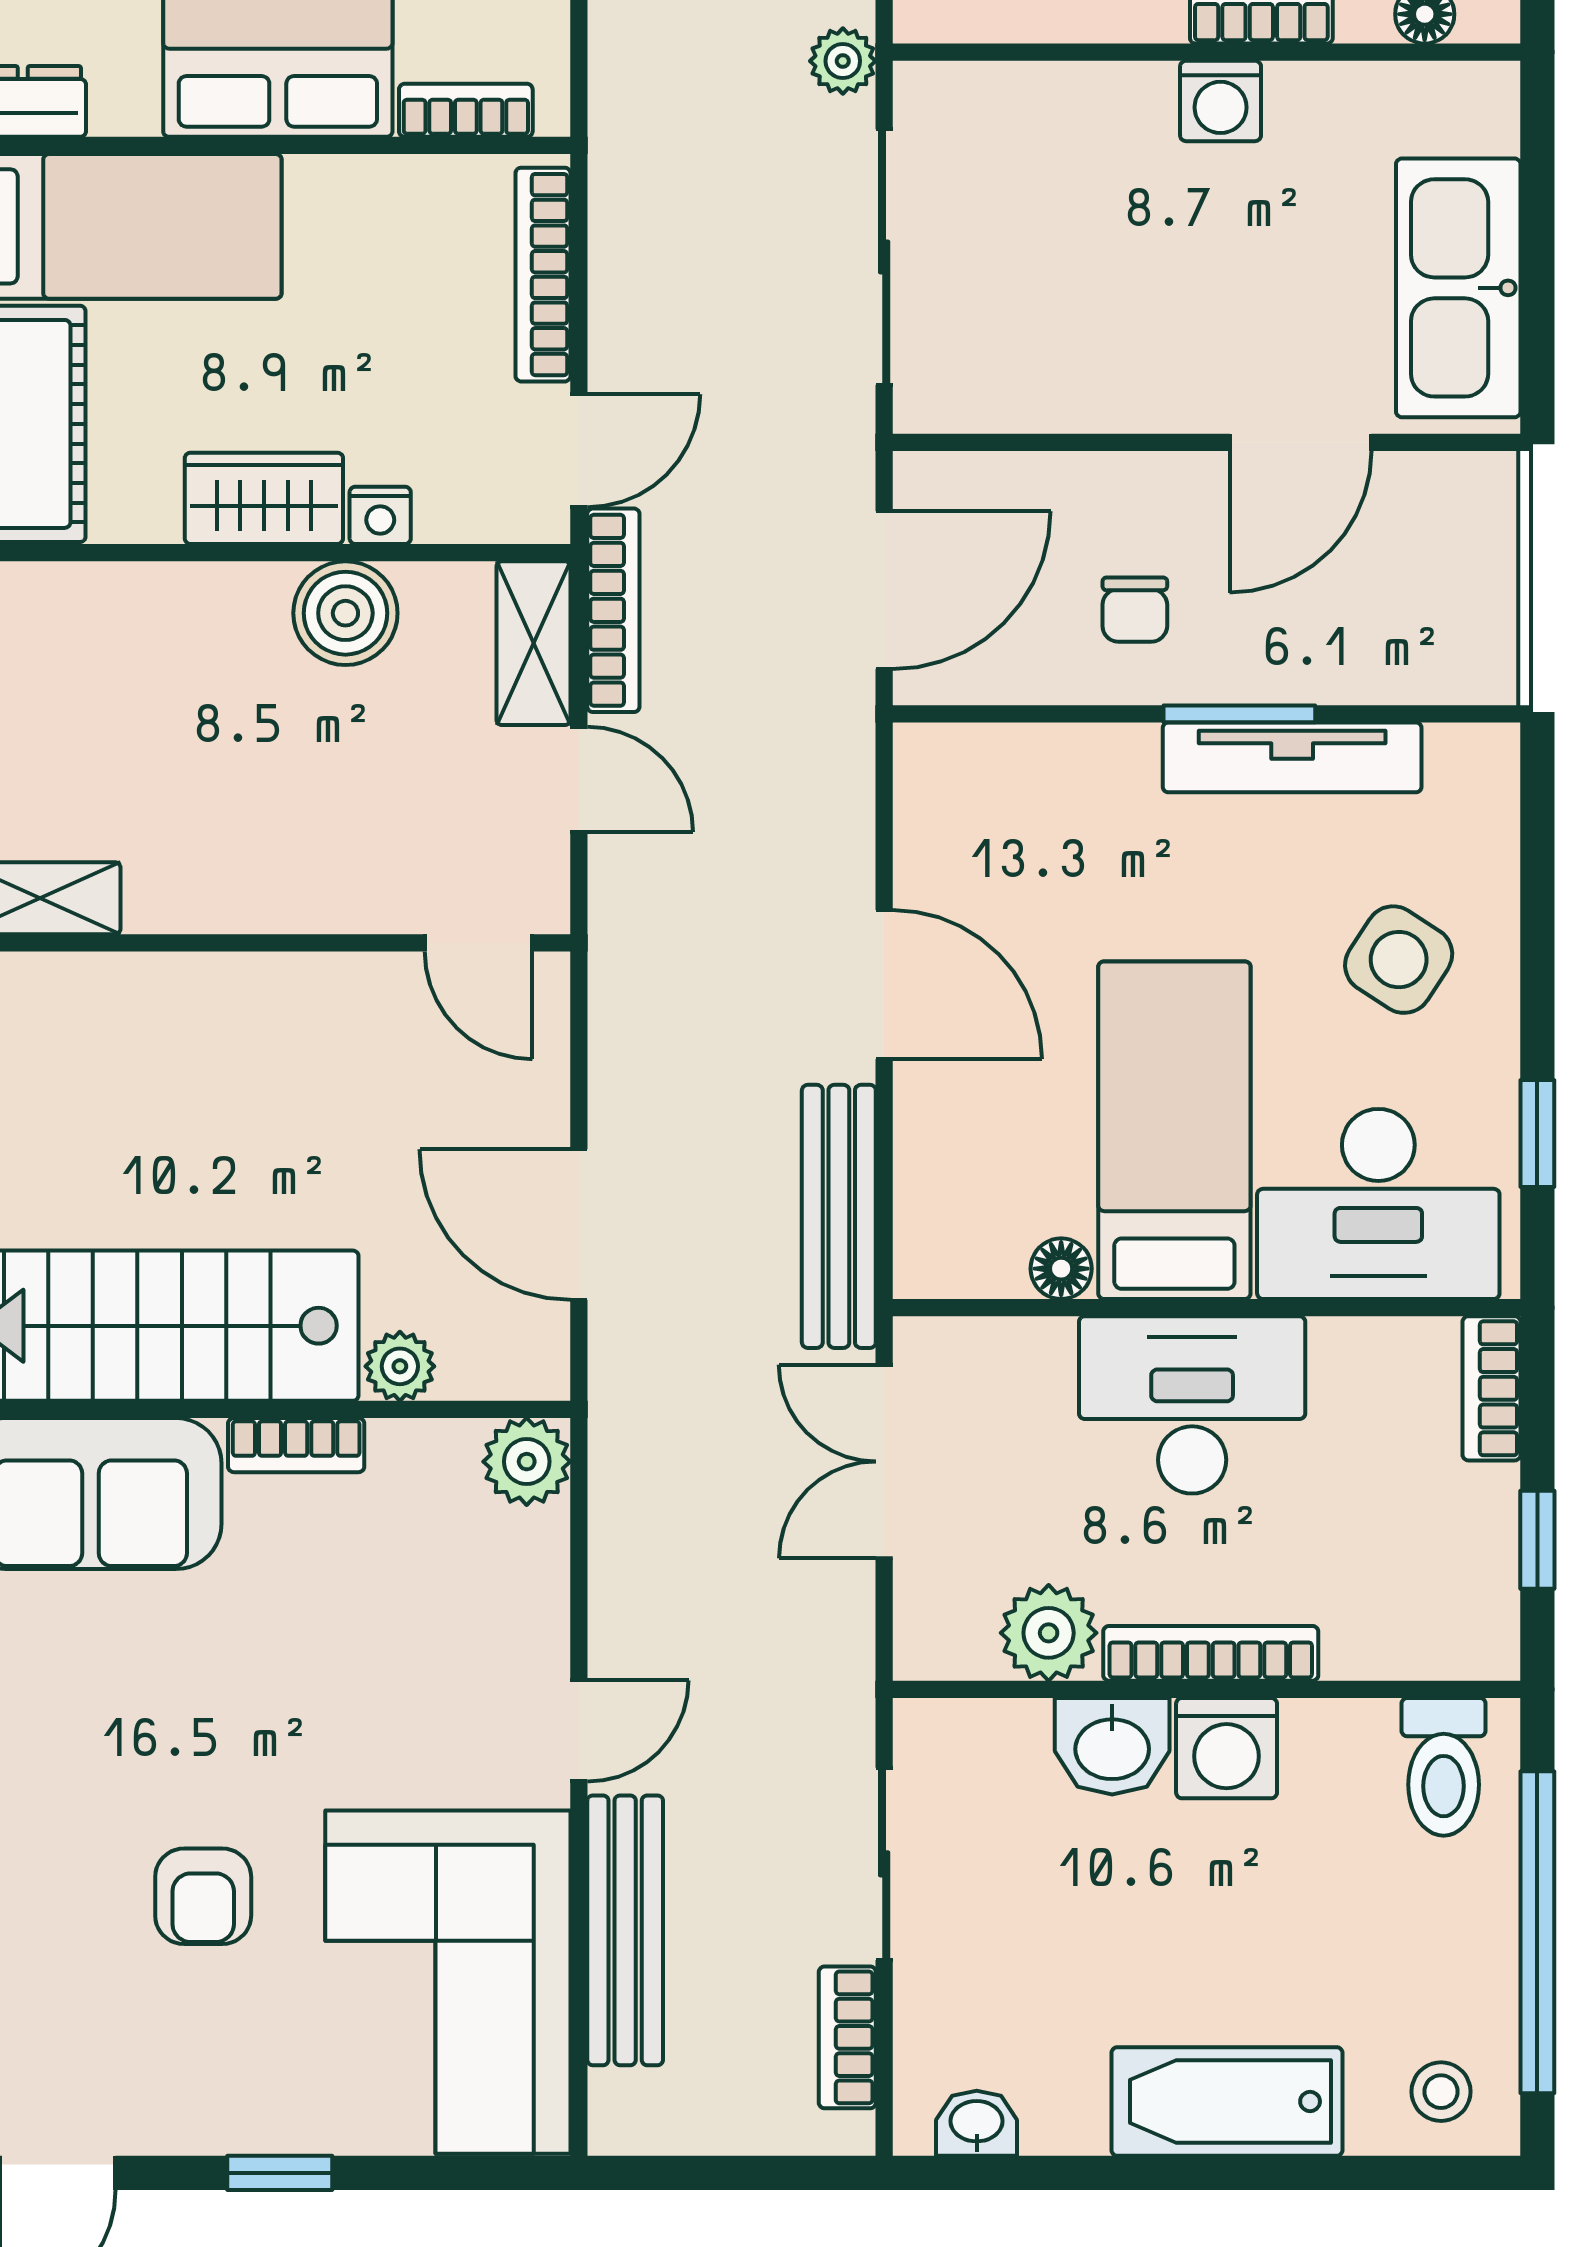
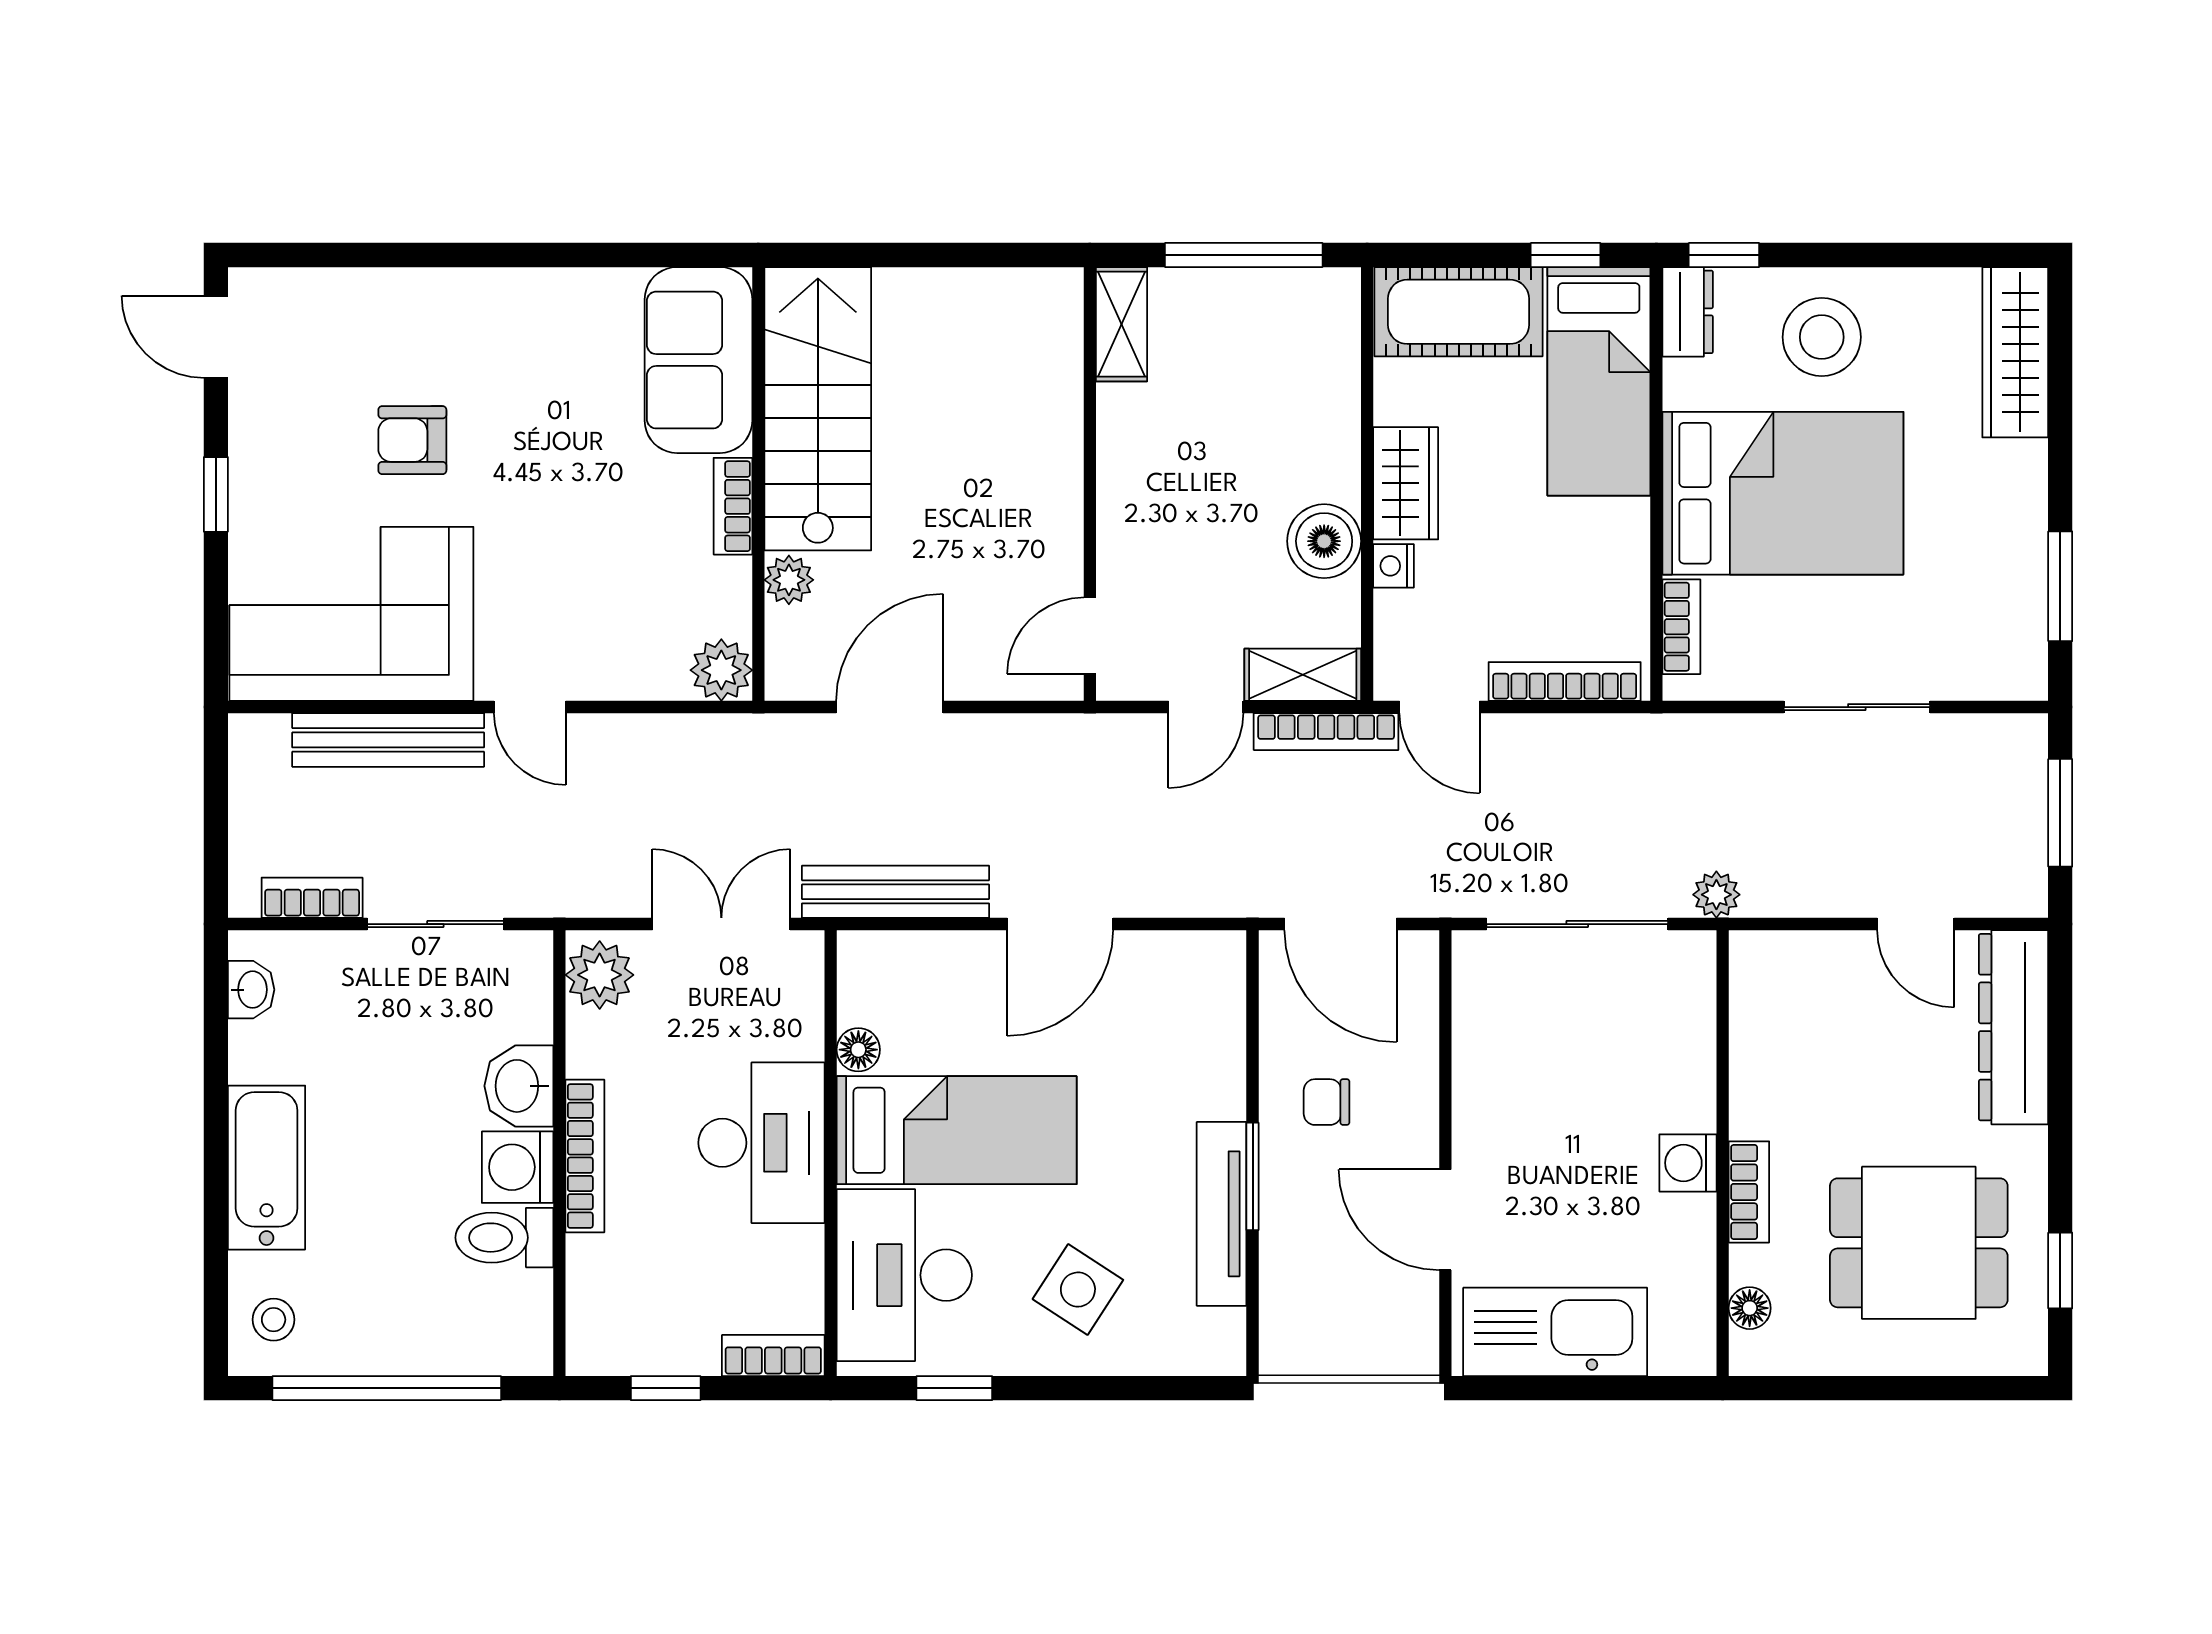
plant: (1049, 1633) -> (600, 975), moved
toilet: (1444, 1767) -> (504, 1238), moved

